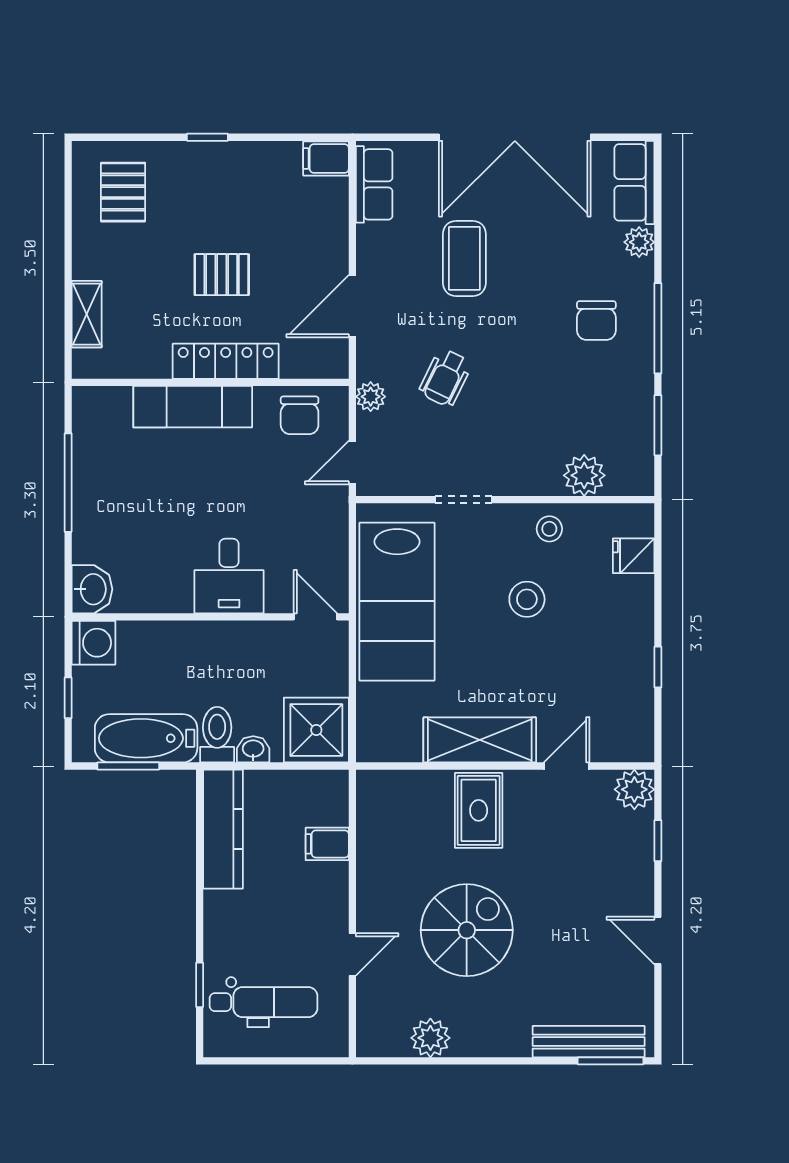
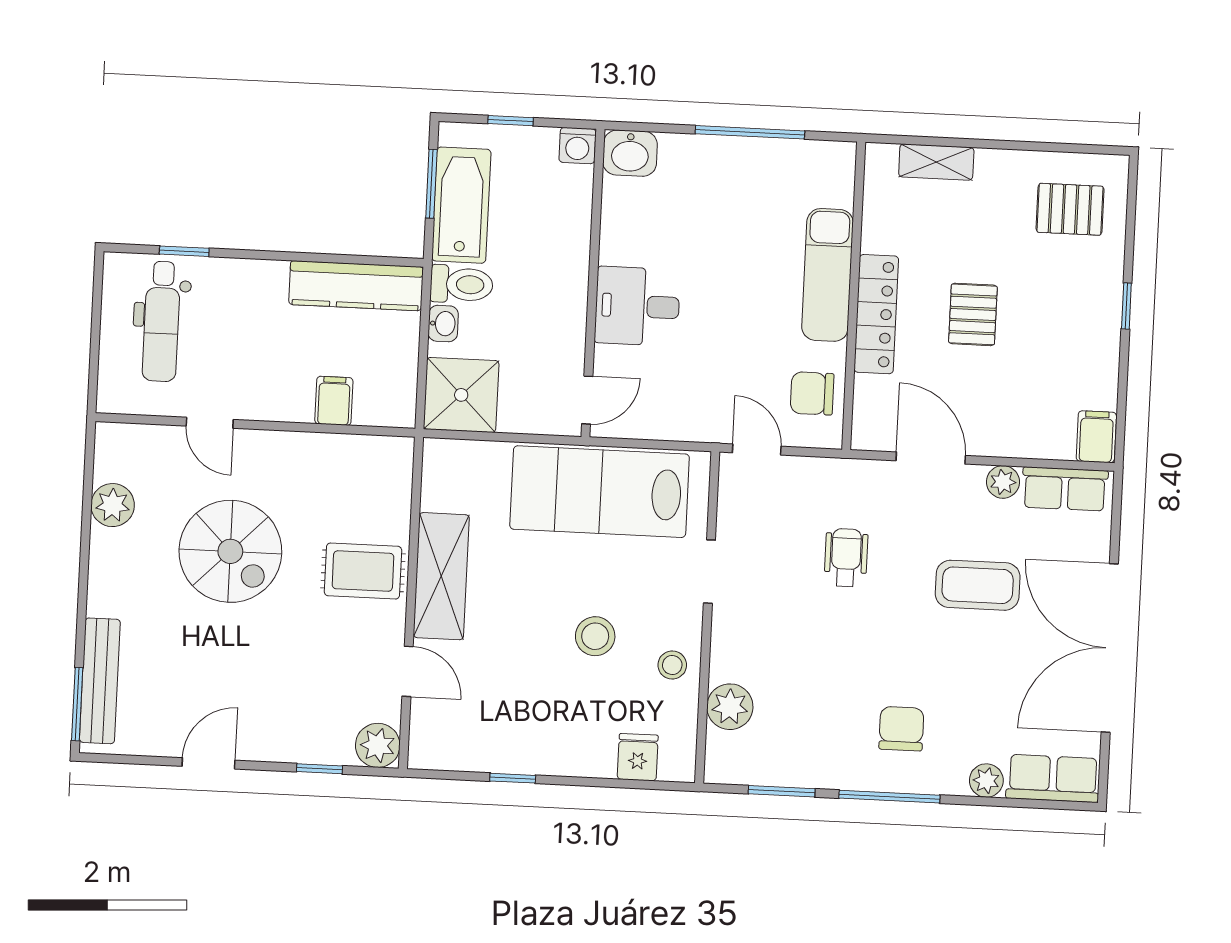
chair: (596, 321) -> (901, 729), turned 90
wheelchair: (445, 378) -> (846, 558), turned 64
plant: (371, 397) -> (1003, 482), moved
washing machine: (94, 643) -> (577, 146), width x0.73, depth x0.73

